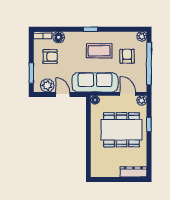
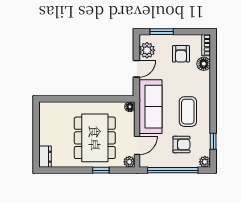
window: (90, 29) -> (213, 141), moved
dresser: (133, 172) -> (45, 157), width x0.70

